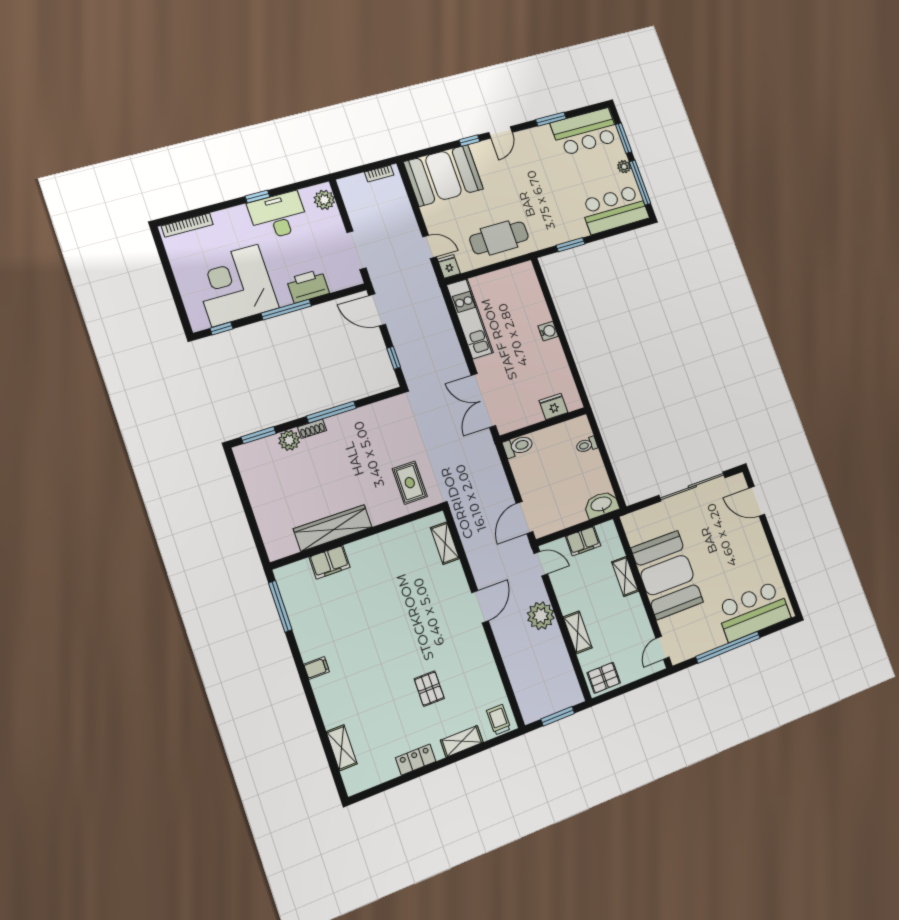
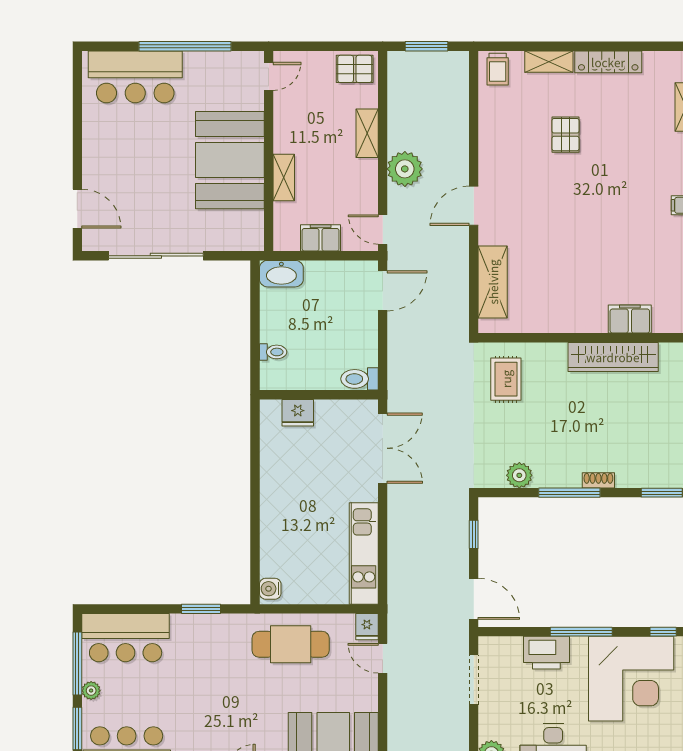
water cooler: (548, 331) -> (270, 589), moved
plant: (289, 440) -> (519, 475), moved
shelving: (445, 543) -> (493, 282), width x1.50, depth x1.33
locker: (416, 760) -> (608, 62), width x1.53

